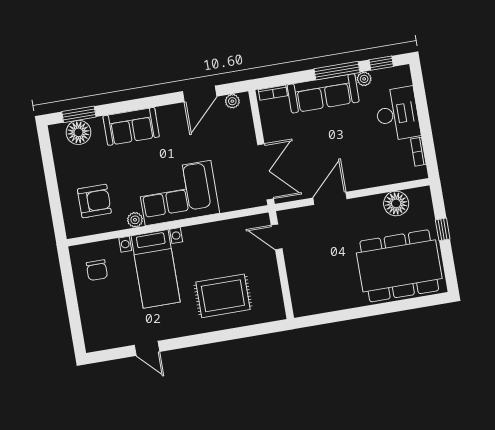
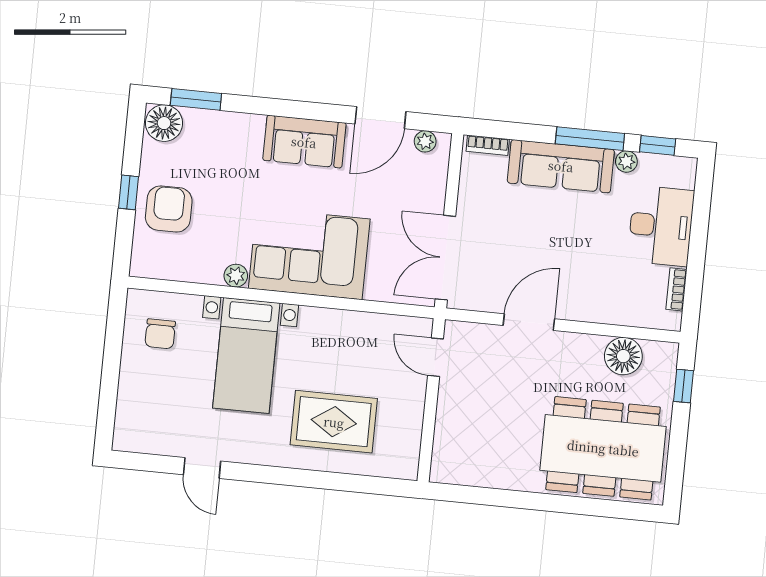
sofa: (131, 126) -> (304, 142), moved
floor lamp: (78, 132) -> (164, 123), moved
double door: (266, 172) -> (445, 258), swing flipped
window: (52, 185) -> (129, 192), added
armchair: (94, 201) -> (169, 209), moved, turned -90
window: (443, 229) -> (684, 386), moved

